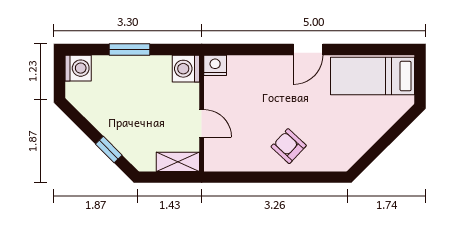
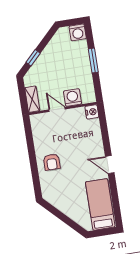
washing machine: (186, 69) -> (73, 98), moved
door: (202, 123) -> (57, 109), swing flipped
armchair: (289, 146) -> (52, 162), turned 137

